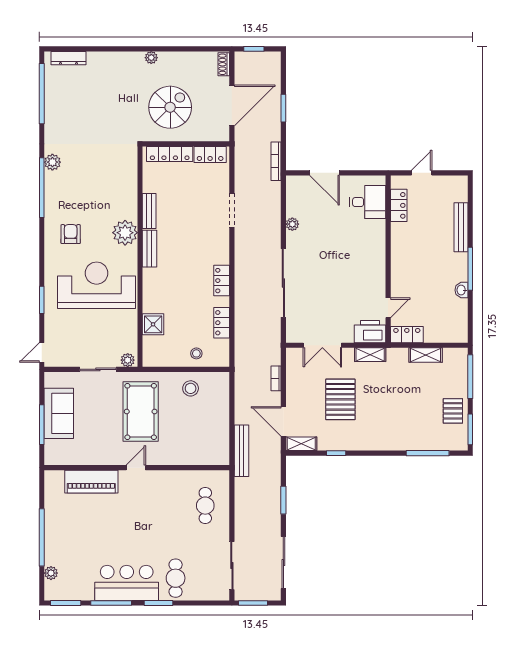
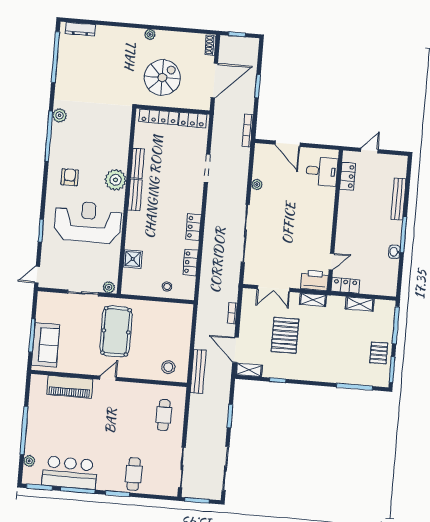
stool: (191, 388) -> (168, 367), moved
sofa: (59, 413) -> (46, 345), moved
bar counter: (127, 583) -> (70, 473), moved

